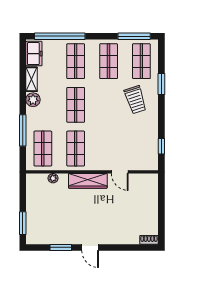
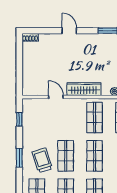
window: (161, 84) -> (19, 158), moved
shop shelf: (109, 105) -> (66, 156), added
door: (90, 247) -> (69, 31), moved

